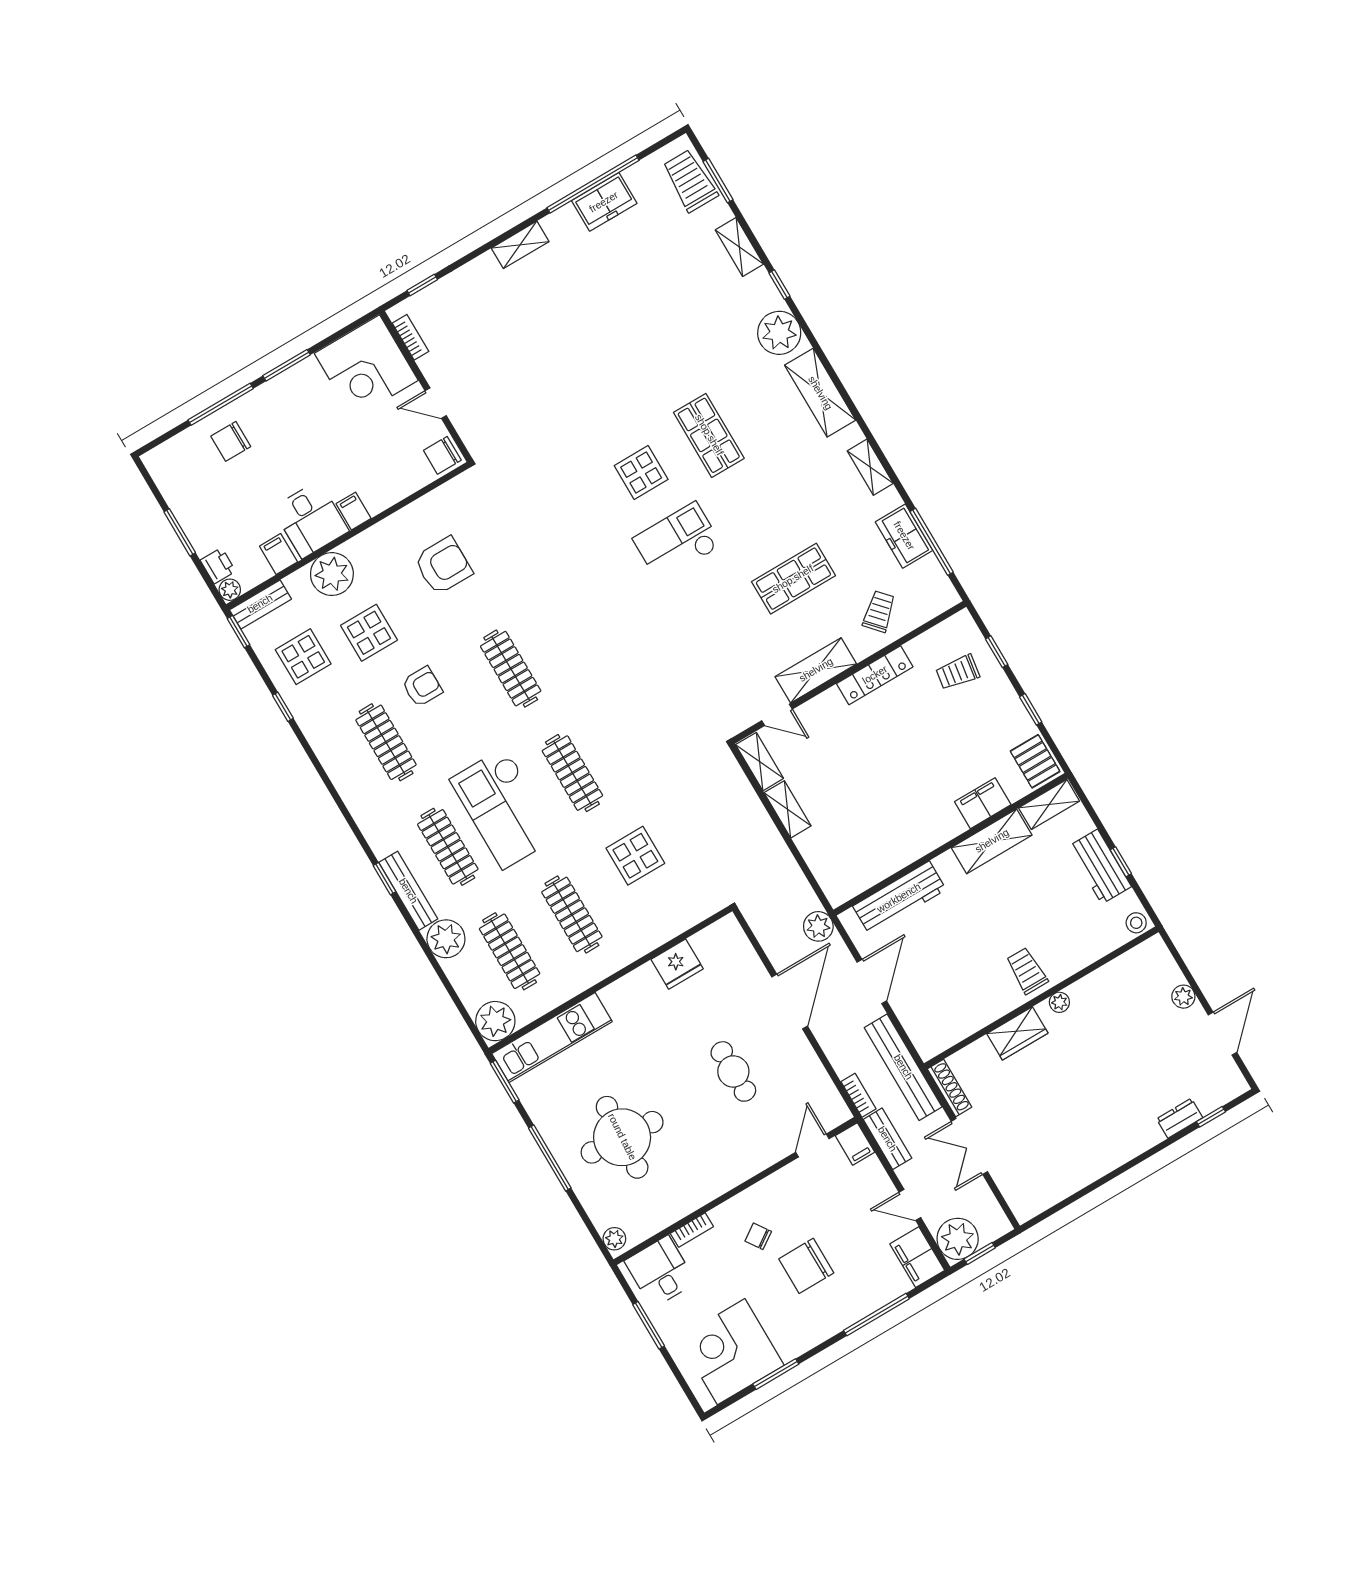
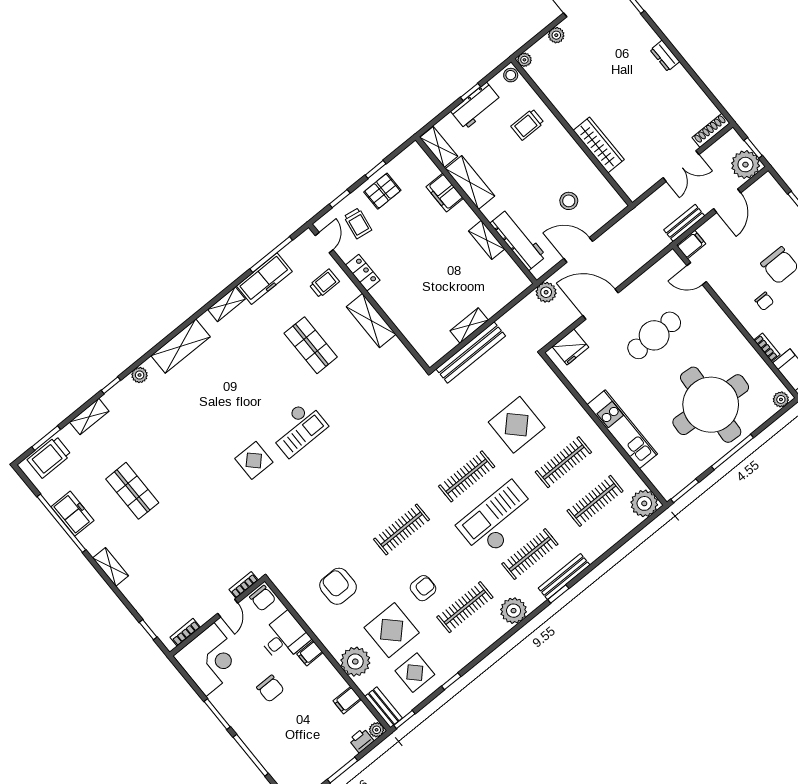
plant: (779, 333) -> (140, 375), width x0.53, depth x0.53
shop shelf: (709, 435) -> (132, 491), moved, turned 90
chair: (231, 441) -> (270, 689), moved
desk: (310, 519) -> (284, 637), moved
freezer: (904, 536) -> (264, 279), width x1.40
checkout: (677, 542) -> (298, 429), turned -90
trolley: (879, 611) -> (324, 283), turned 132
display table: (369, 633) -> (392, 630), width x1.36, depth x1.36
locker: (875, 675) -> (363, 273), width x0.66
armchair: (422, 687) -> (423, 588), turned 90
door: (777, 715) -> (324, 243), moved
pallet: (1035, 761) -> (382, 191), moved
shelving: (760, 762) -> (487, 240), moved, turned 90
checkout: (504, 808) -> (498, 520), turned 180
display table: (635, 856) -> (517, 425), width x1.36, depth x1.36
plant: (446, 939) -> (514, 611), moved
fridge: (677, 964) -> (570, 347), moved, turned 90
trolley: (1027, 971) -> (527, 125), moved
stool: (944, 979) -> (569, 201), added
plant: (1059, 1002) -> (524, 60), moved
wardrobe: (1017, 1033) -> (599, 145), width x1.50
kitchen unit: (552, 1038) -> (622, 429), moved
bench: (903, 1067) -> (471, 352), moved
cafe table: (733, 1071) -> (654, 335), width x1.37, depth x1.35
shoe rack: (950, 1088) -> (711, 130), moved
bookcase: (858, 1095) -> (244, 585), moved
dresser: (1180, 1118) -> (665, 56), moved
round table: (622, 1137) -> (711, 405), width x1.36, depth x1.36
door: (910, 1205) -> (727, 201), width x1.38
chair: (758, 1236) -> (764, 301), turned -56
filing cabinet: (917, 1257) -> (762, 190), removed

